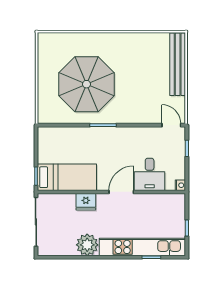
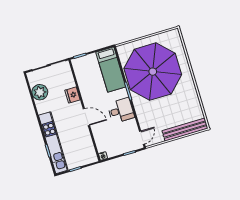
parasol: (86, 84) -> (153, 72), width x1.36, depth x1.36
desk: (150, 174) -> (121, 110), moved, turned 180
bed: (67, 177) -> (111, 70), moved
plant: (87, 245) -> (40, 92), moved

